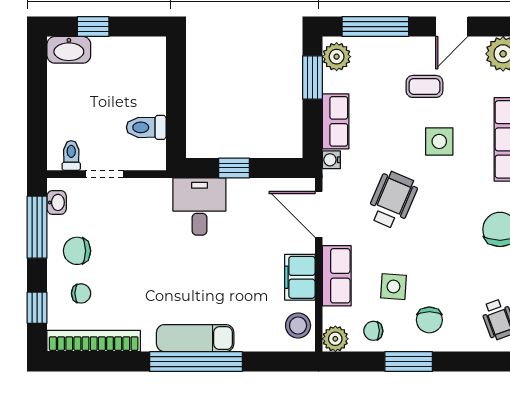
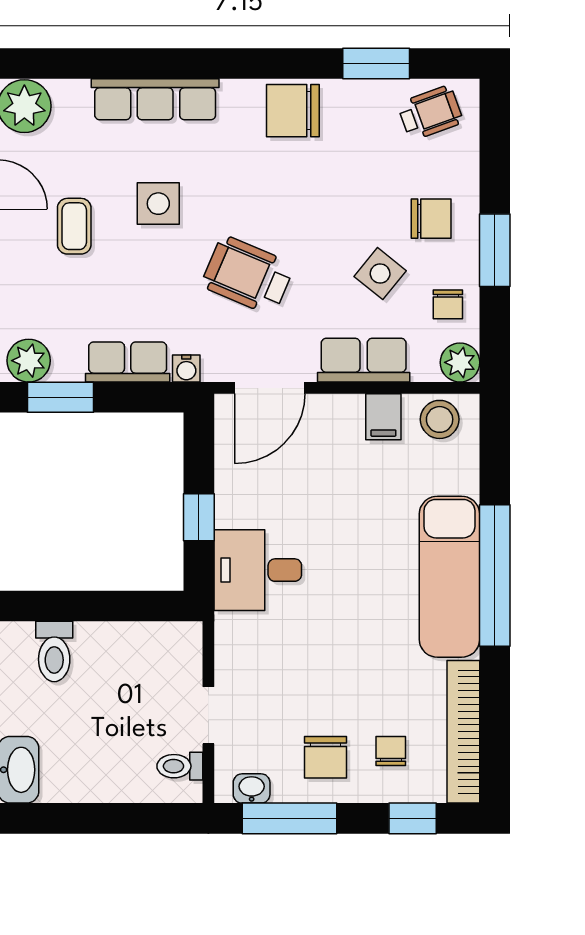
toilet: (146, 127) -> (54, 651), moved
filing cabinet: (300, 277) -> (383, 417), width x0.50
side table: (394, 287) -> (380, 274), turned 35
exam couch: (195, 338) -> (449, 577), width x1.36, depth x1.45

